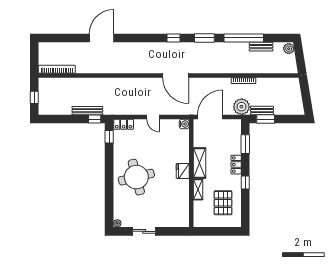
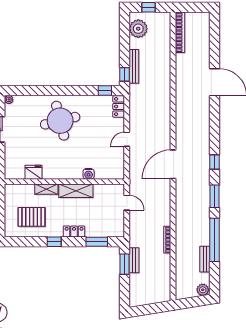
plant: (242, 107) -> (138, 29), moved
door: (210, 117) -> (127, 203), width x0.53
water cooler: (184, 124) -> (89, 174), moved
fridge: (183, 171) -> (33, 172), moved

